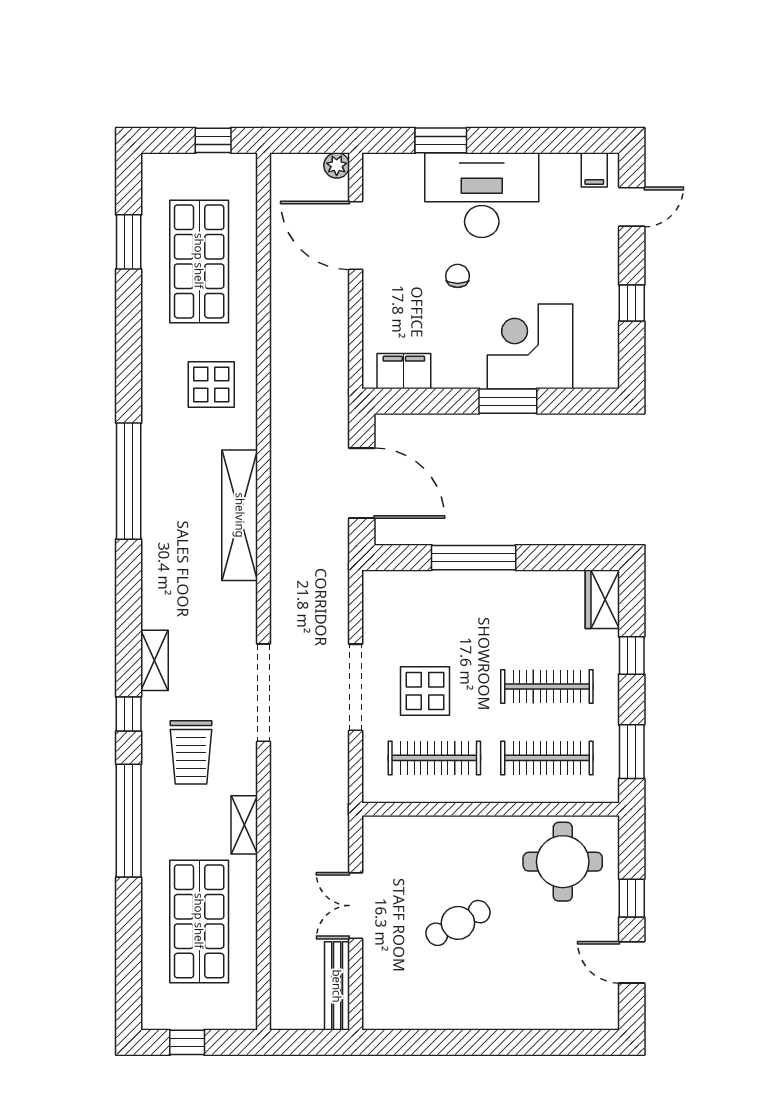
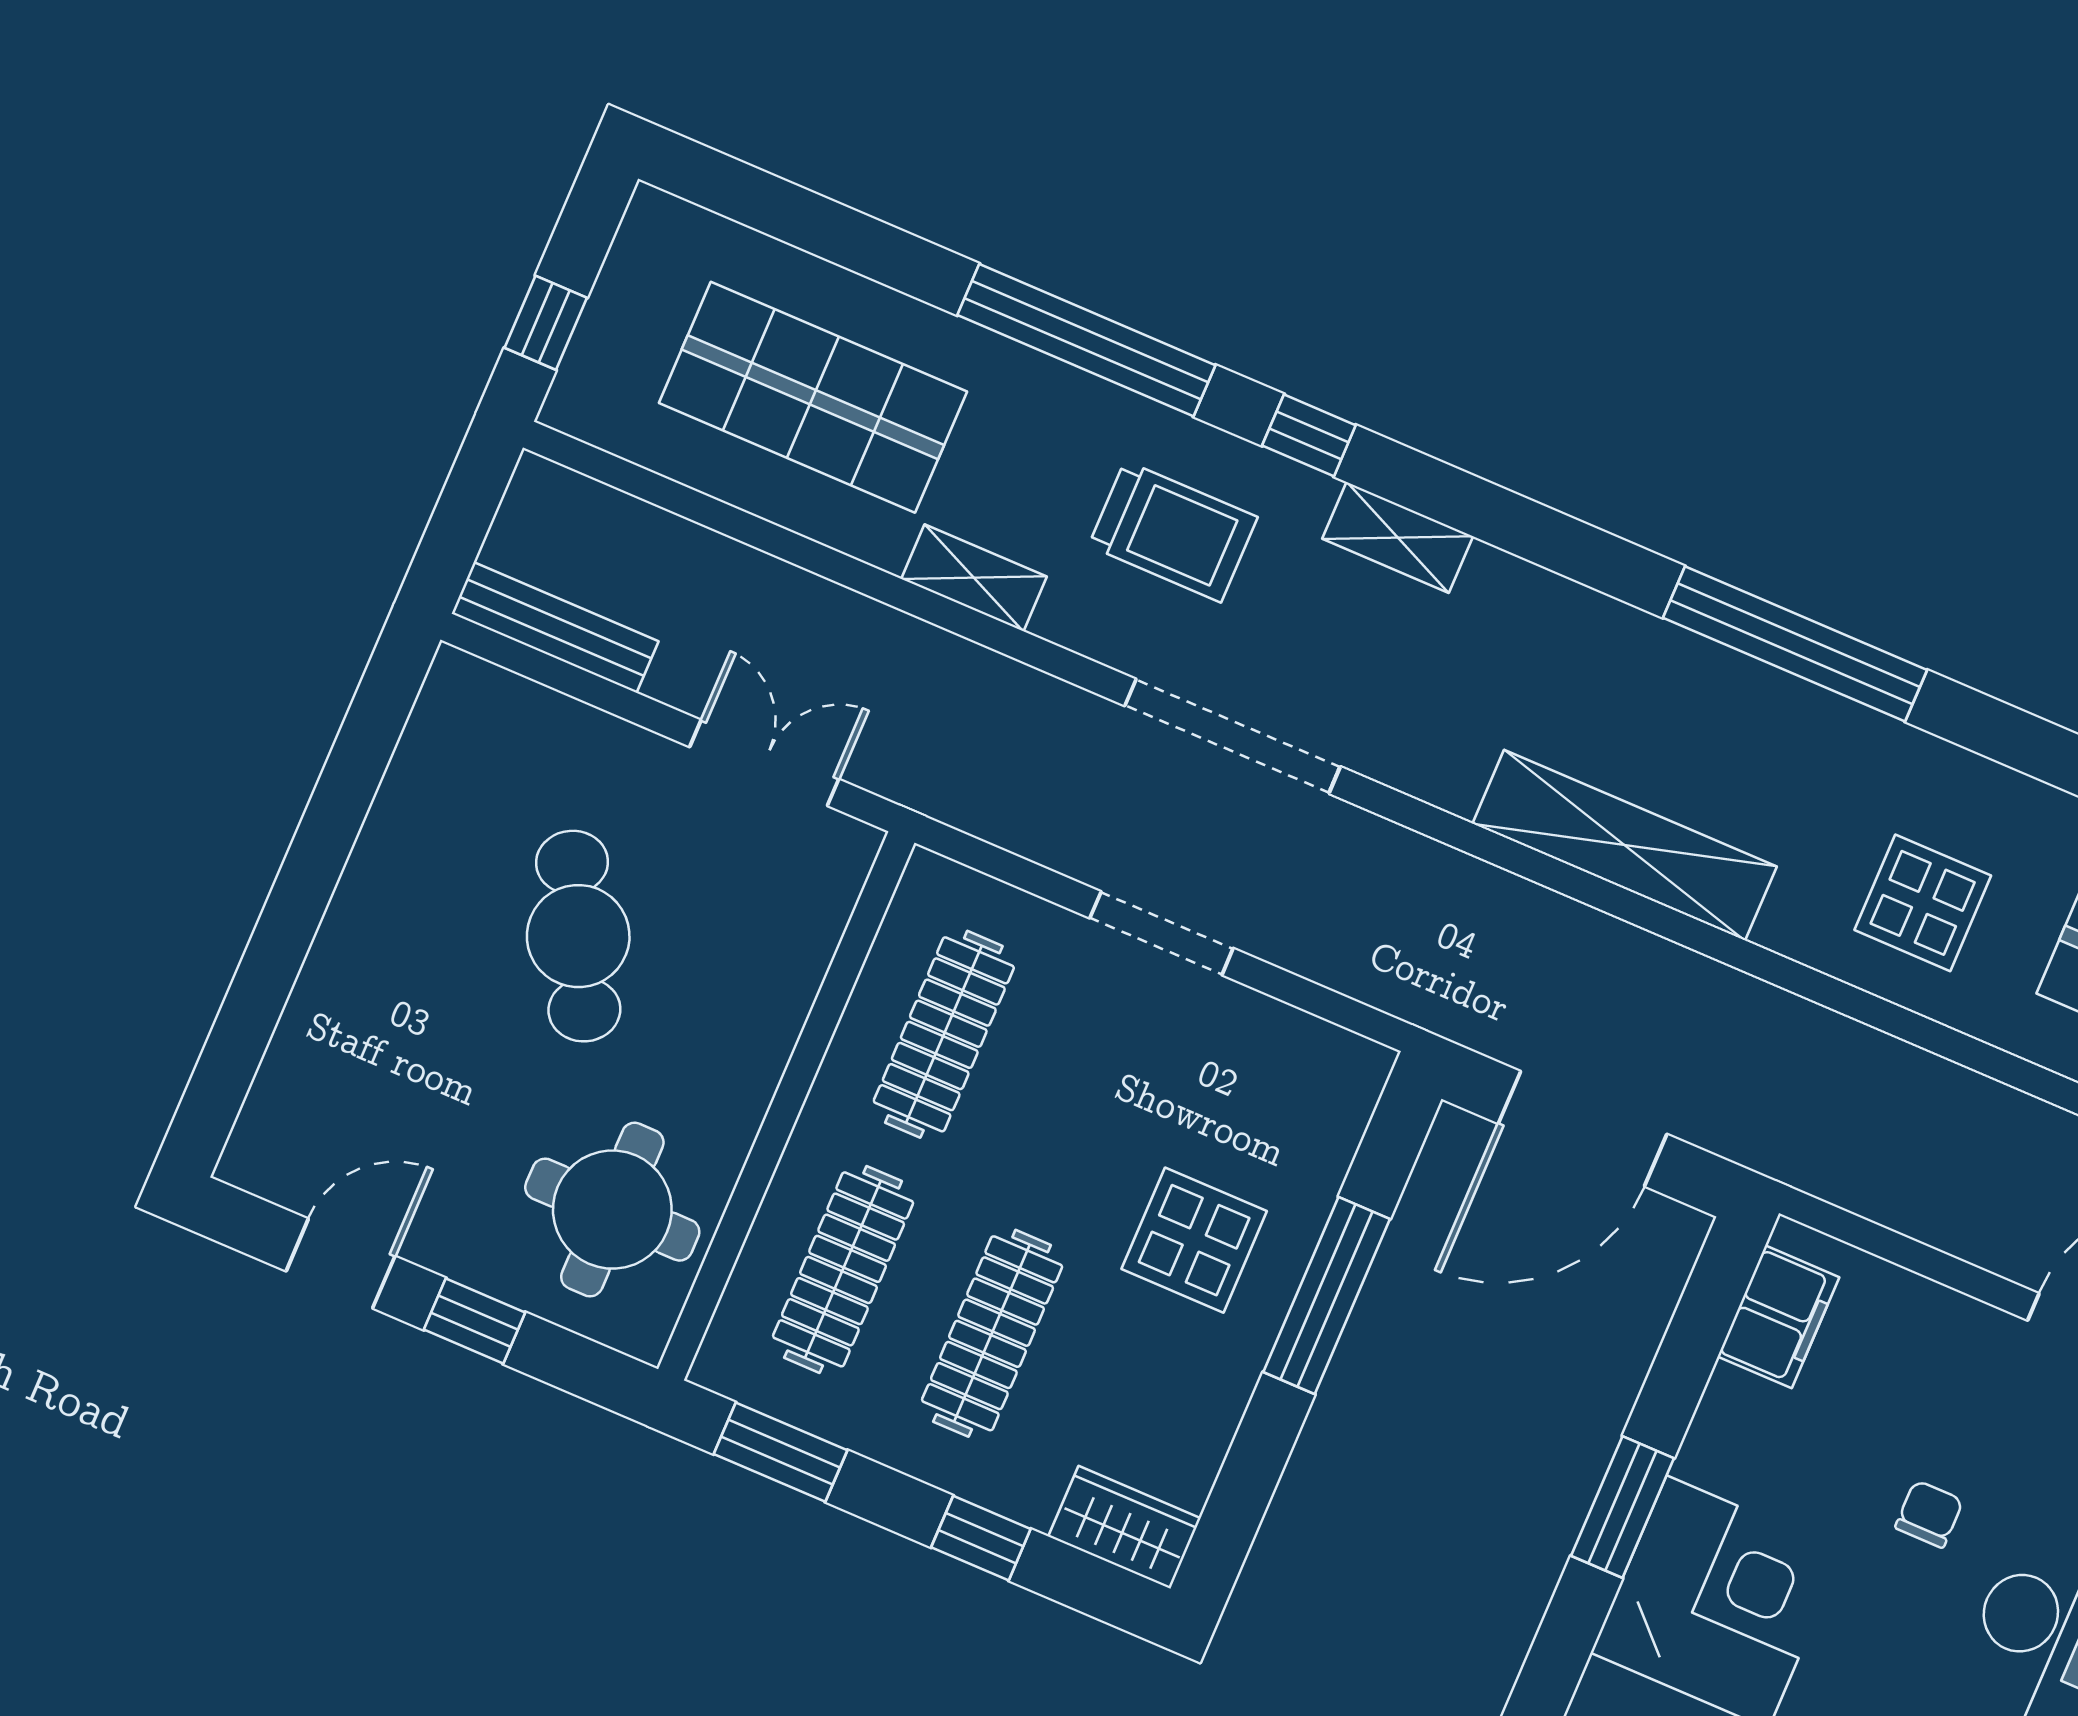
chair: (458, 276) -> (1929, 1514), turned -90
doorway: (356, 687) -> (1161, 933), width x0.73
display table: (425, 691) -> (1194, 1240), moved
trolley: (191, 752) -> (1173, 531), turned 180
double door: (356, 906) -> (764, 763), moved
cafe table: (458, 923) -> (578, 936), width x1.37, depth x1.35
window: (187, 1042) -> (546, 323), moved

